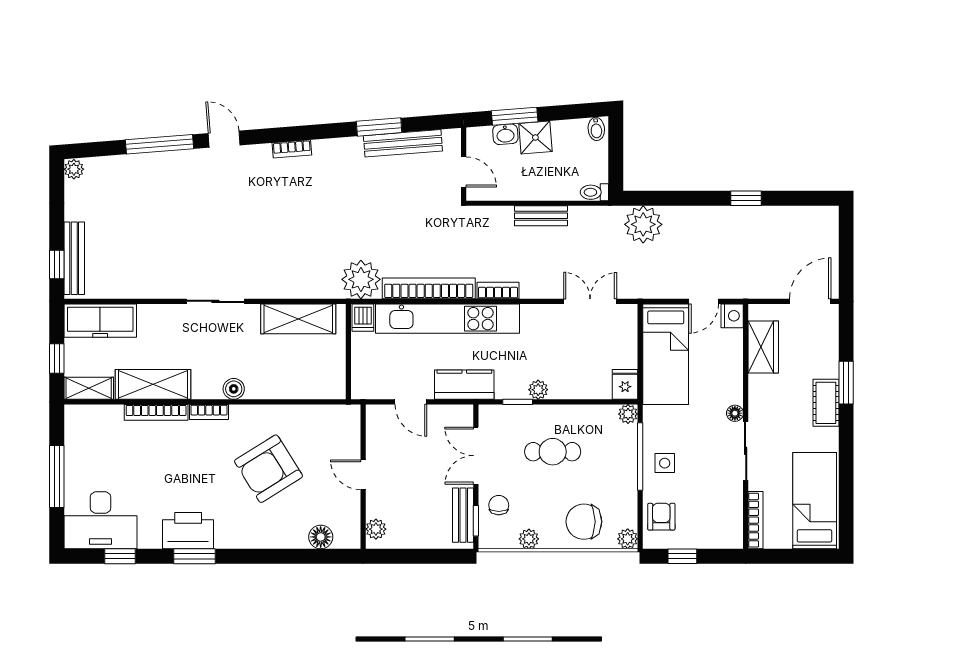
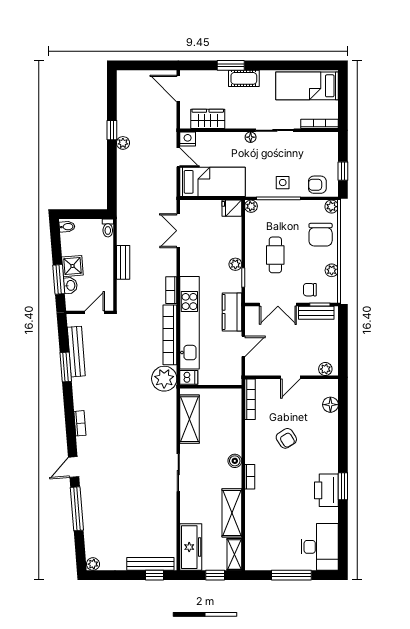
plant: (643, 224) -> (123, 143), moved, width x0.53, depth x0.53
bookcase: (156, 412) -> (250, 399), moved
armchair: (268, 469) -> (286, 438), width x0.53, depth x0.53
window: (120, 556) -> (343, 534), removed

